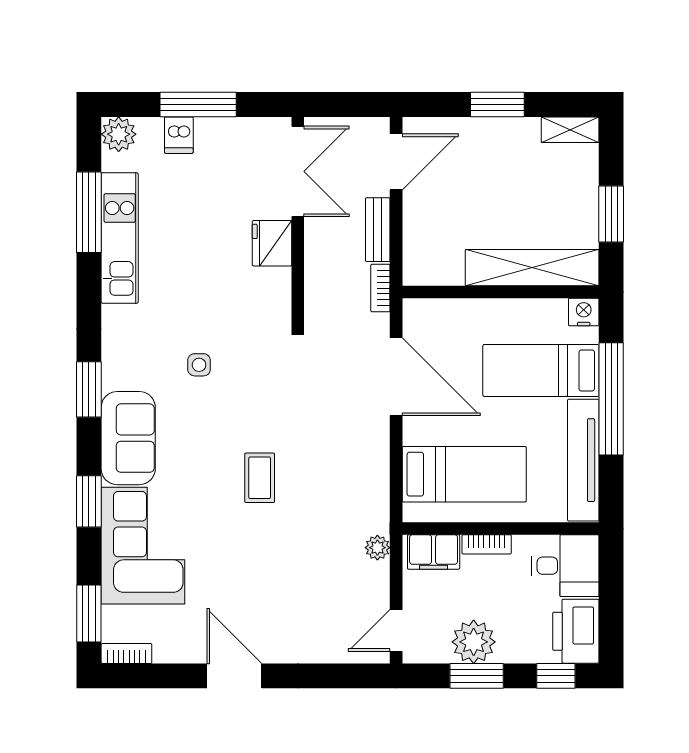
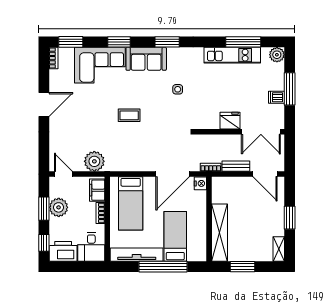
dishwasher: (179, 135) -> (276, 97), moved
nightstand: (584, 312) -> (200, 183), moved
plant: (377, 548) -> (94, 161), width x1.88, depth x1.88

